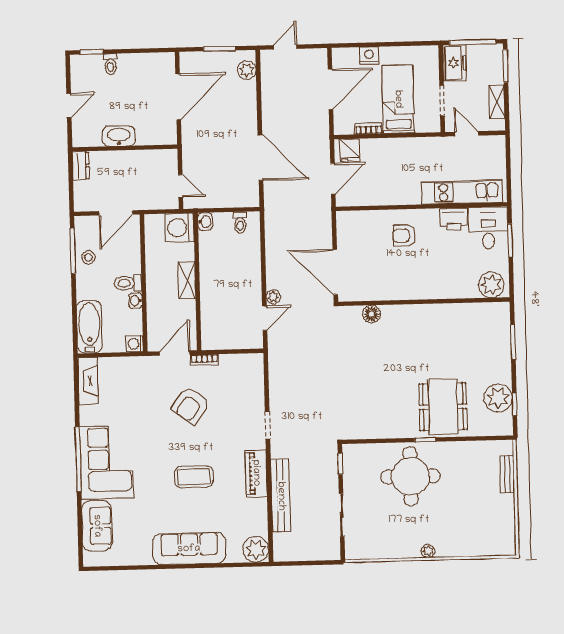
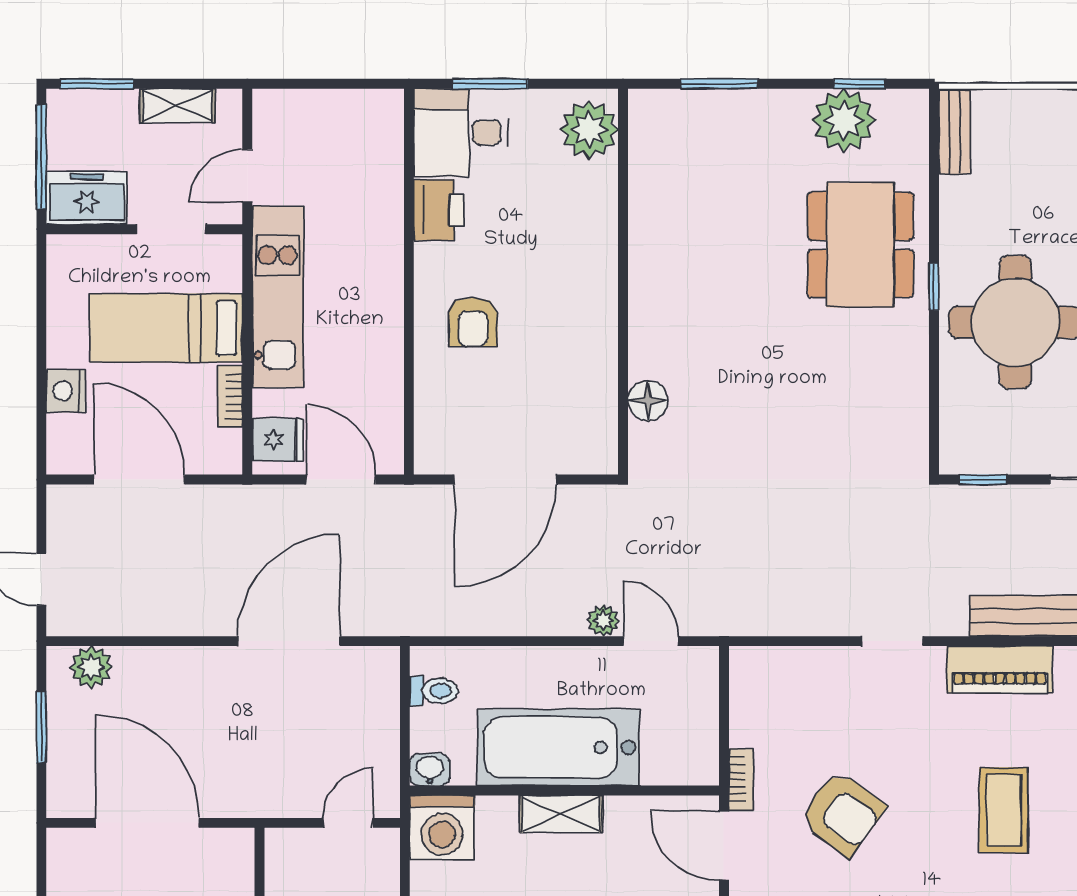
kitchen unit: (462, 192) -> (278, 297), moved, turned 180
door: (335, 272) -> (505, 480), moved
bathtub: (216, 278) -> (559, 747), added
dining table: (443, 407) -> (860, 245), turned 90
bench: (507, 474) -> (955, 132), moved, turned 90

